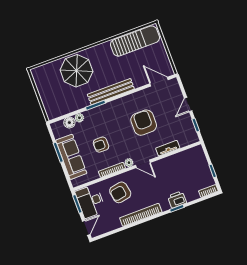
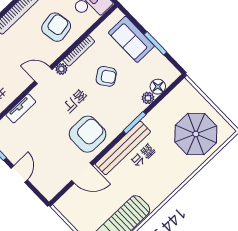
parasol: (76, 71) -> (196, 134), moved
door: (159, 82) -> (82, 173), moved
armchair: (144, 123) -> (88, 134), moved, turned -90
armchair: (101, 145) -> (106, 76), turned 55
sofa: (71, 157) -> (131, 39), width x0.73

